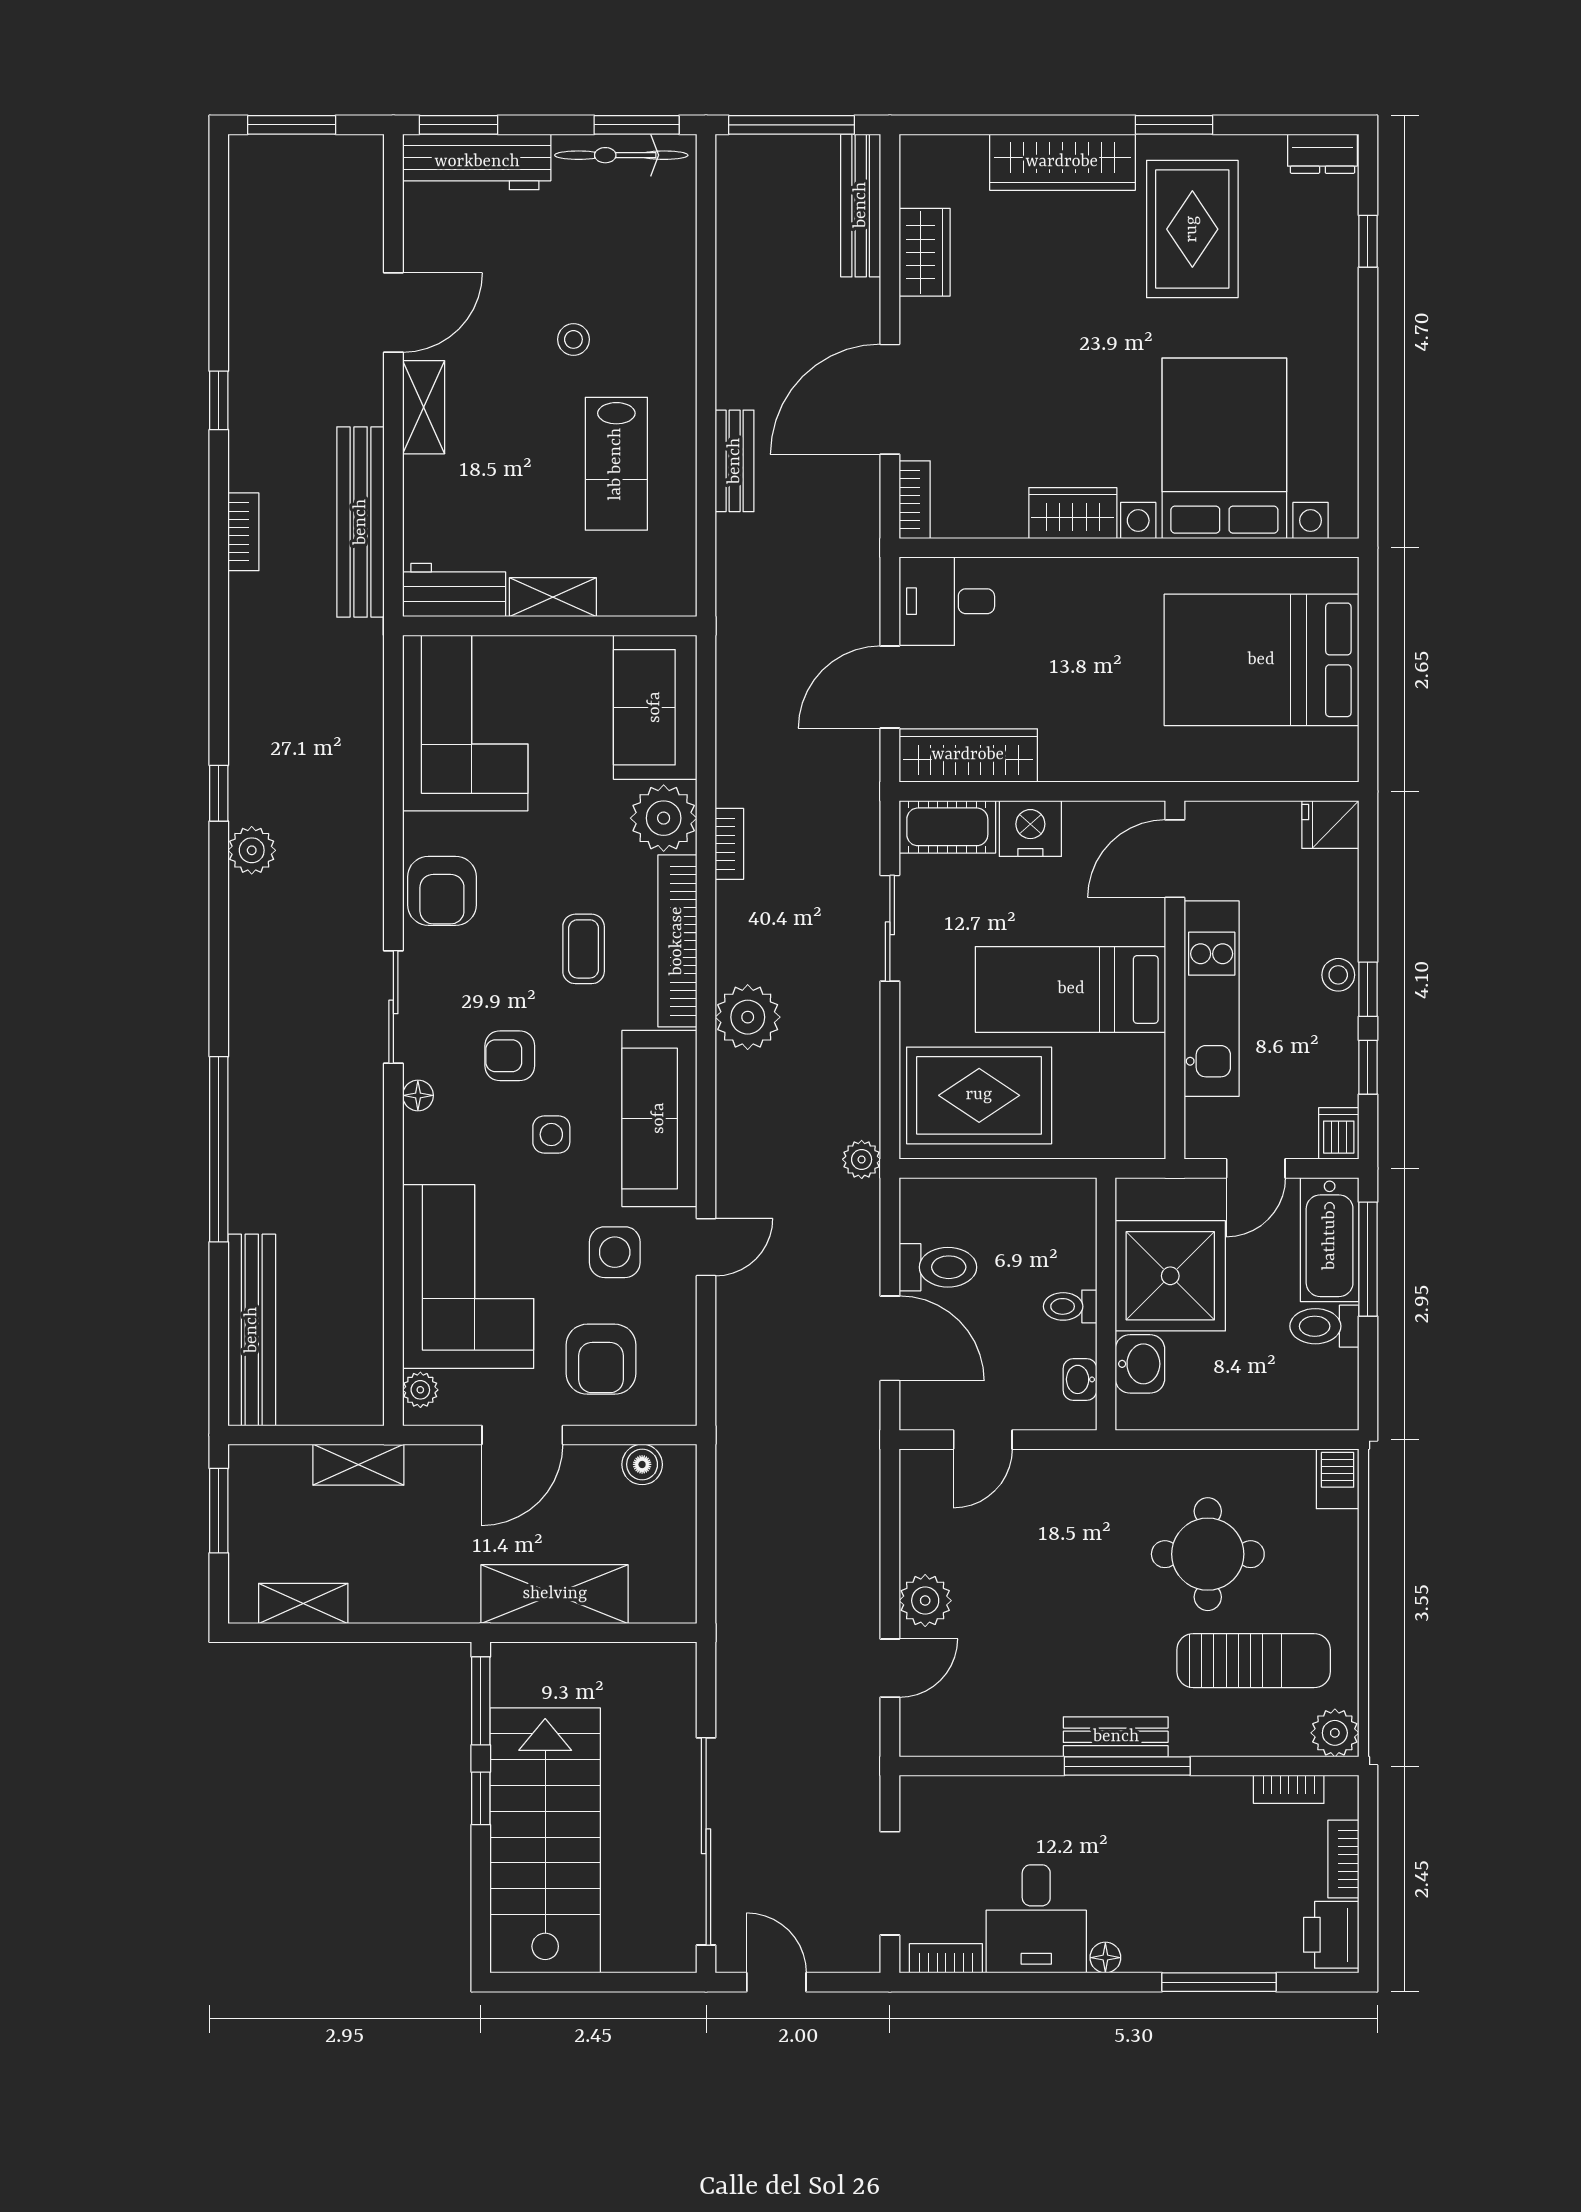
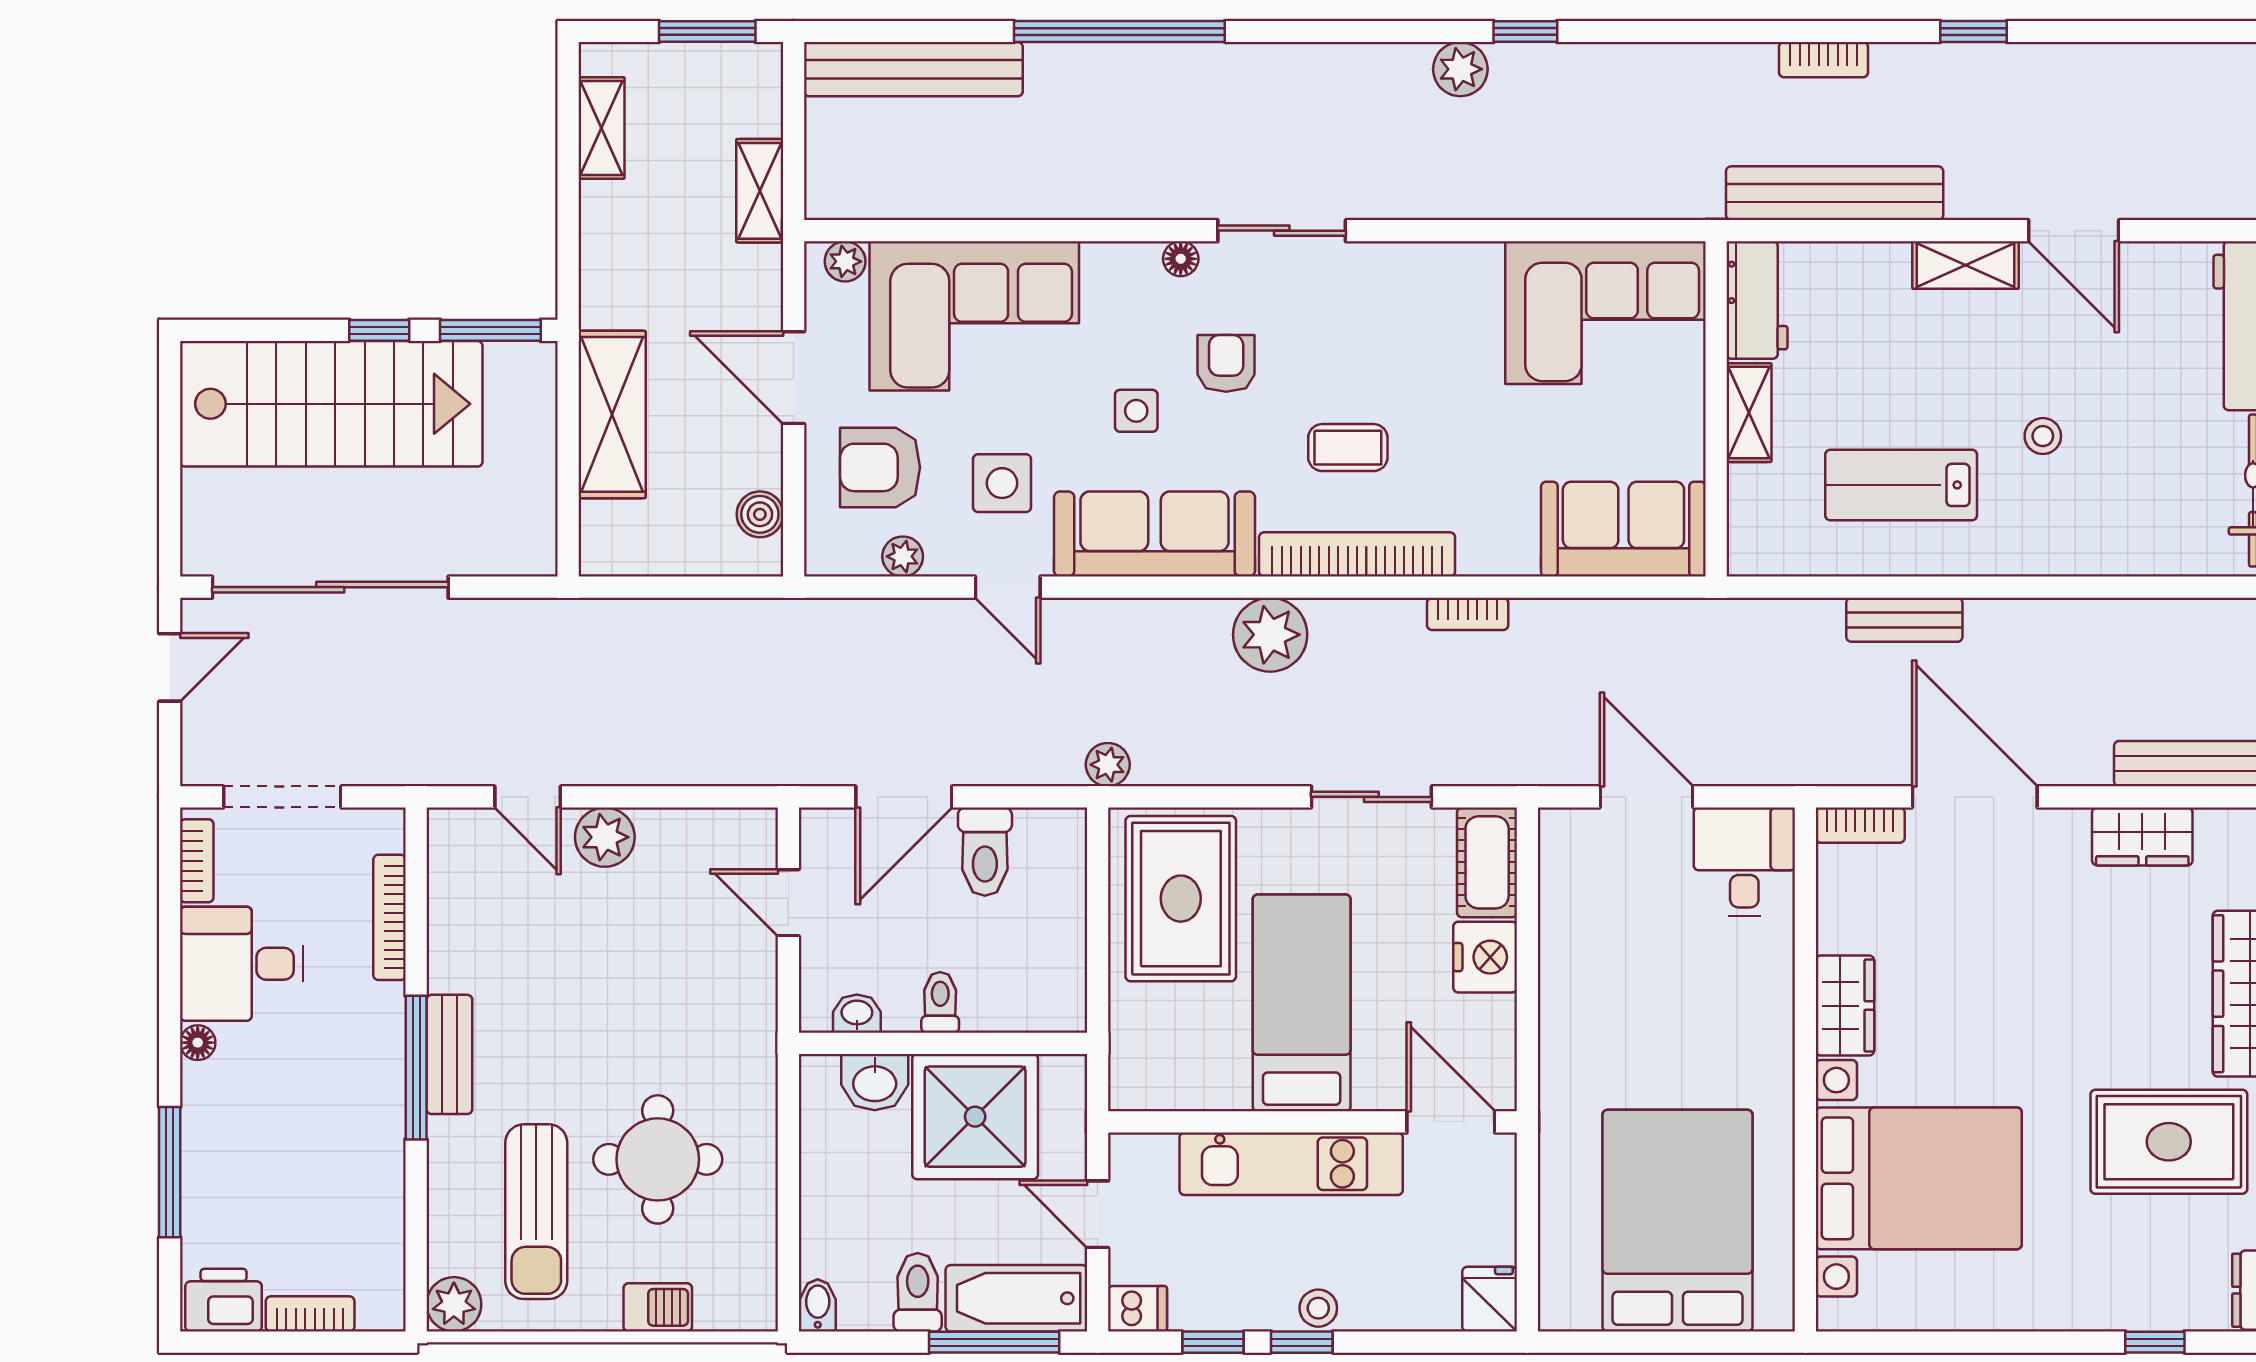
wardrobe: (968, 755) -> (1568, 886), removed
plant: (664, 818) -> (903, 556), moved, width x0.53, depth x0.53
armchair: (442, 891) -> (1414, 286), removed
bidet: (1336, 1414) -> (818, 1305), added
barbecue: (1338, 1479) -> (658, 1307), moved
bookcase: (1289, 1789) -> (390, 917), moved, width x1.56

